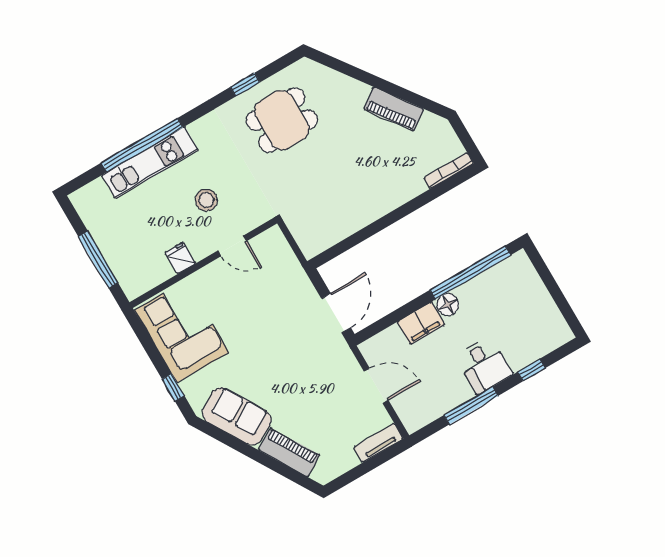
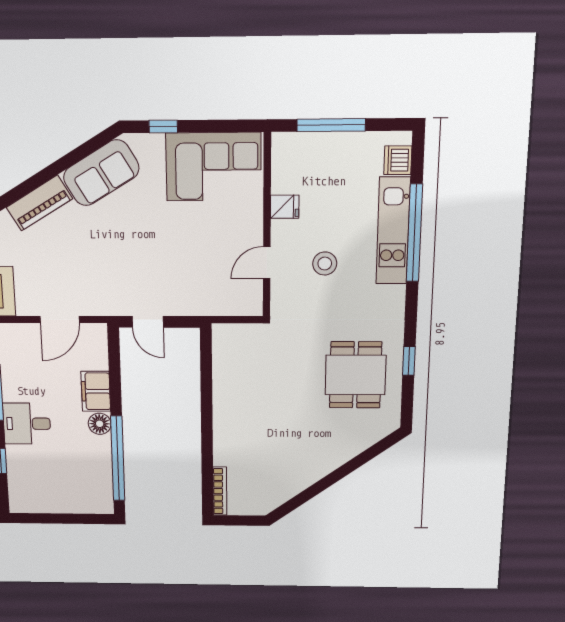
piano: (394, 109) -> (303, 476), removed
dishwasher: (95, 193) -> (398, 160), added
door: (336, 313) -> (148, 322), width x0.73

